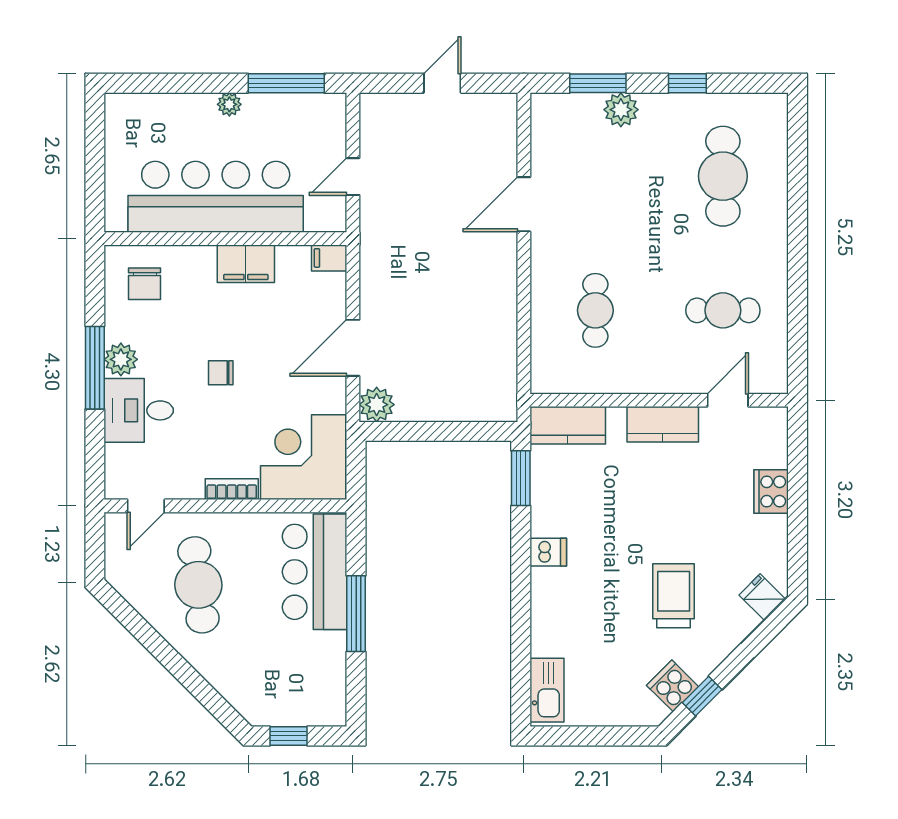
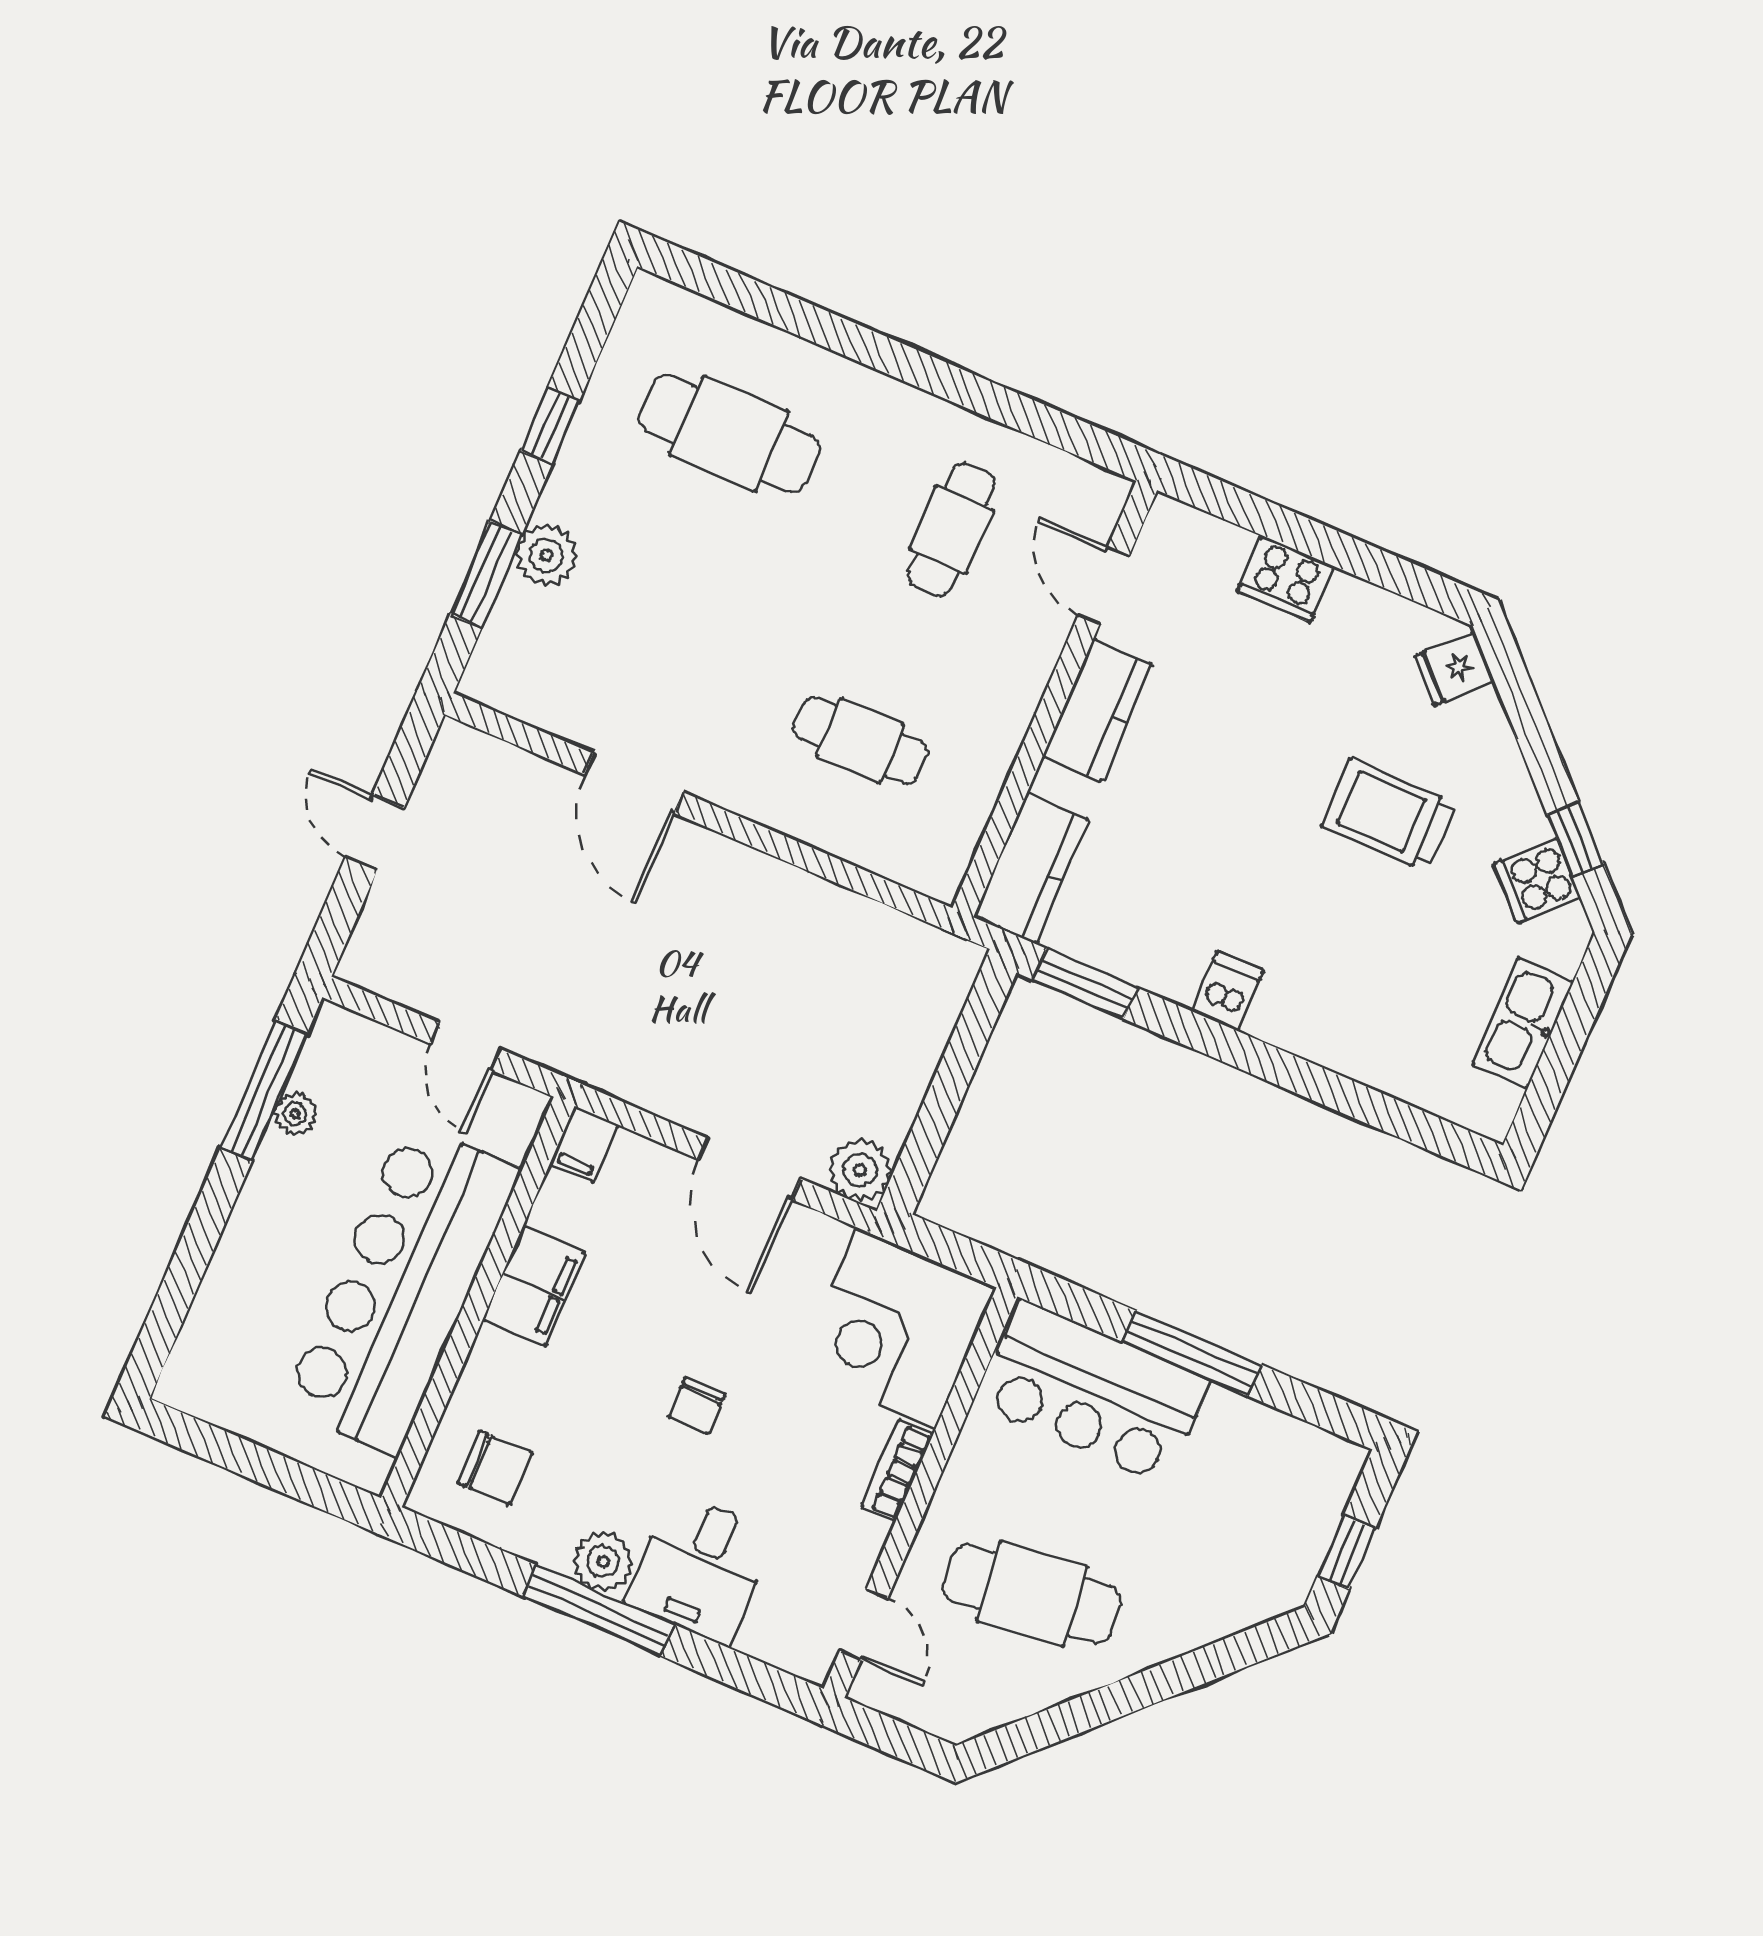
plant: (229, 104) -> (295, 1114), moved
kitchen sink: (547, 690) -> (1523, 1023), moved, turned -90

